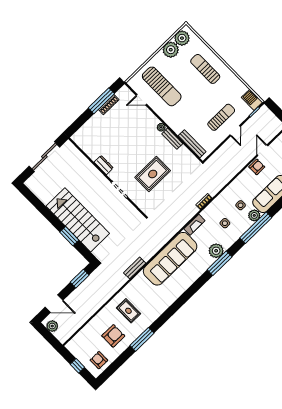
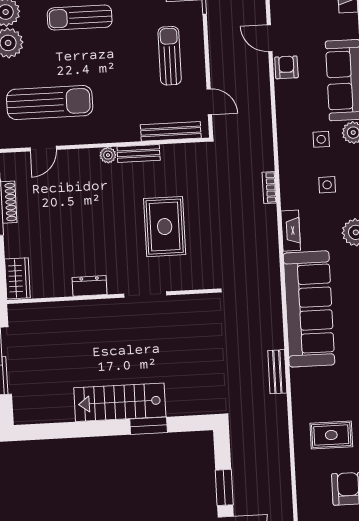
door: (235, 131) -> (209, 102), moved
wardrobe: (82, 134) -> (17, 278), added
stairs: (78, 220) -> (120, 402), width x0.73, depth x0.66
window: (80, 279) -> (224, 487), moved

